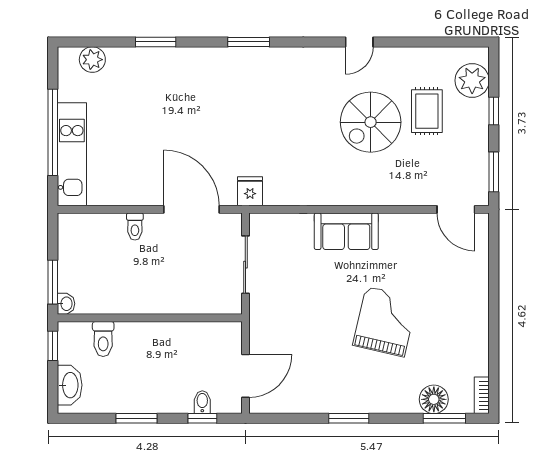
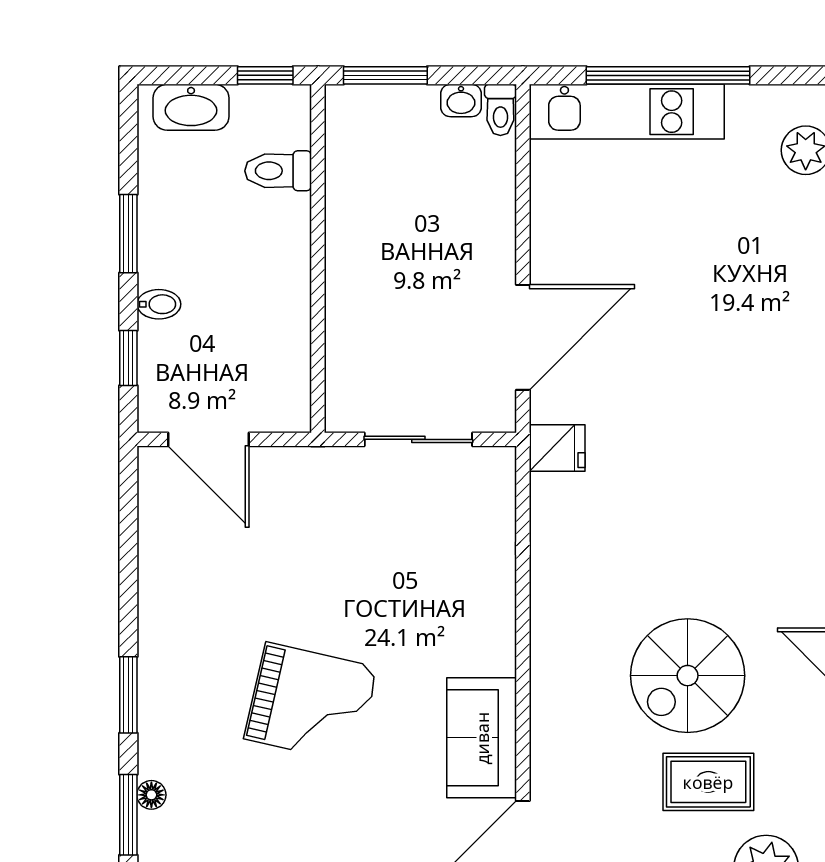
spiral stairs: (371, 122) -> (688, 676), turned -90
toilet: (135, 226) -> (500, 110), moved, turned -90
sofa: (346, 231) -> (482, 738), moved
washbasin: (66, 304) -> (461, 100), moved
floor lamp: (434, 399) -> (151, 795), width x0.53, depth x0.53
bidet: (202, 402) -> (159, 304), moved
window: (349, 418) -> (128, 695), moved

